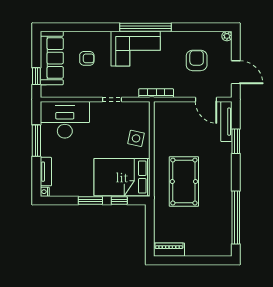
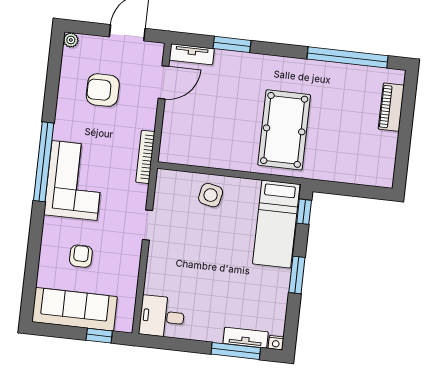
desk: (65, 120) -> (162, 317), width x0.53, depth x0.77
tv unit: (226, 122) -> (192, 54), width x0.71
window: (36, 141) -> (236, 351), moved
bed: (122, 177) -> (276, 224), width x0.67
pool table: (184, 182) -> (284, 130), turned 90
window: (119, 200) -> (304, 212), moved
piano: (169, 250) -> (391, 107), moved

